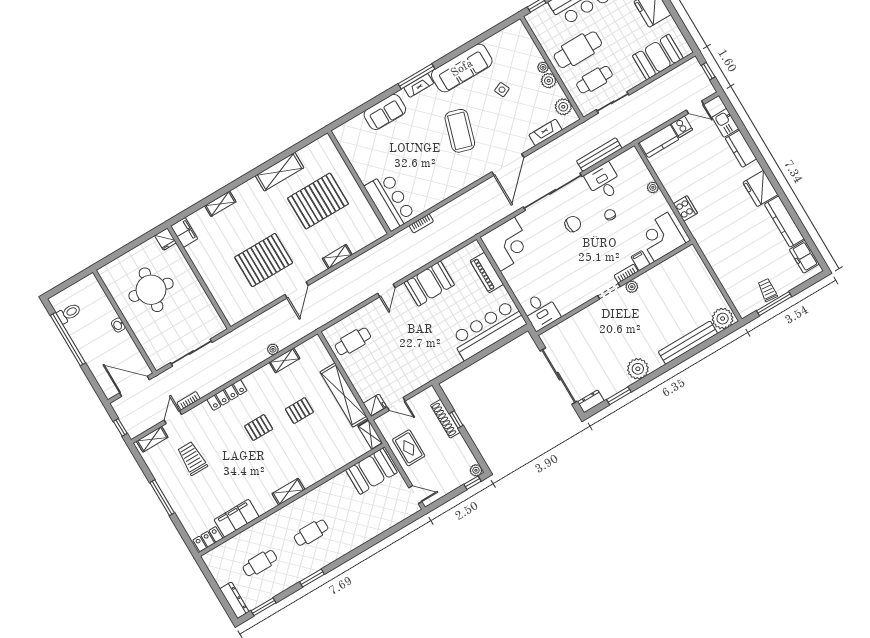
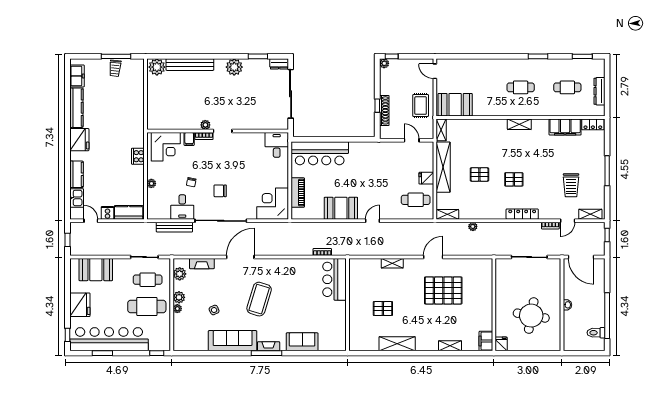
pallet: (318, 201) -> (383, 309), width x0.49, depth x0.50
shelving: (285, 360) -> (447, 214), moved
fridge: (375, 405) -> (426, 178), moved
dresser: (234, 600) -> (599, 91), moved

